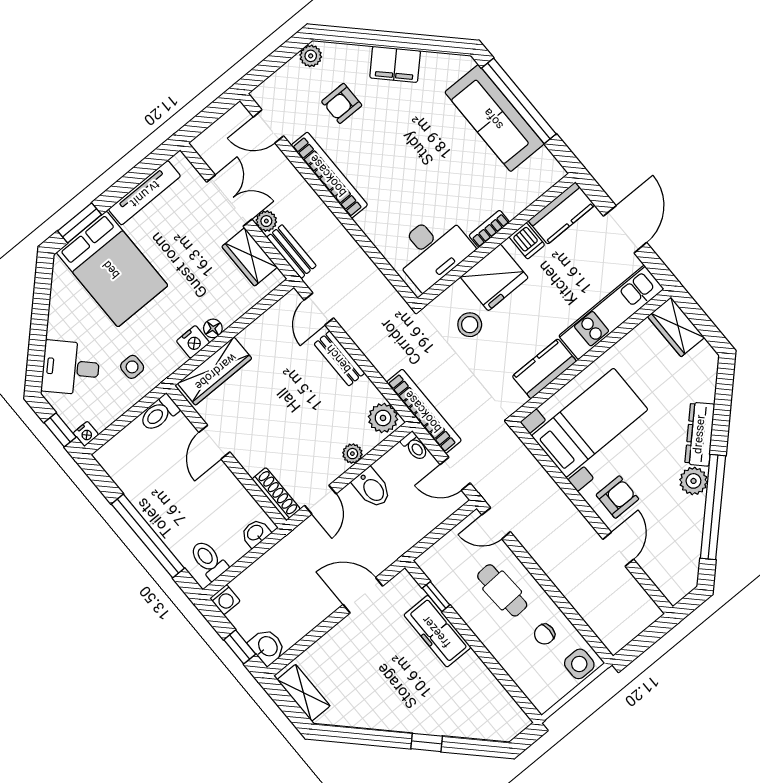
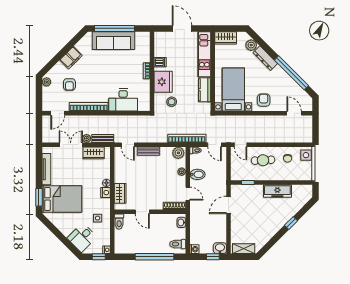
kitchen counter: (561, 213) -> (160, 44), removed
desk: (432, 250) -> (123, 100), moved, turned 90
wardrobe: (215, 371) -> (120, 193), width x0.67
door: (455, 474) -> (214, 145), hinge flipped
plant: (693, 481) -> (251, 45), moved
door: (496, 523) -> (241, 145), hinge flipped
door: (618, 549) -> (294, 113), moved
freezer: (437, 631) -> (277, 191), moved

